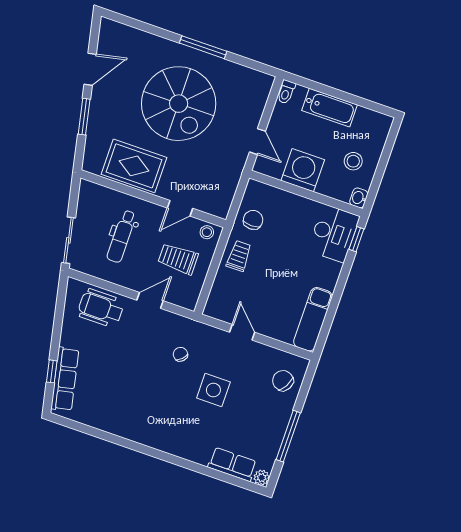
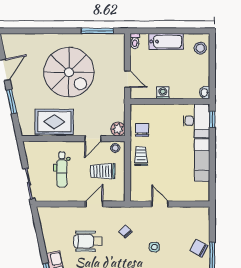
window: (203, 47) -> (97, 31), moved
stool: (353, 161) -> (200, 48), moved
washing machine: (303, 170) -> (163, 93), width x0.53, depth x0.53
plant: (220, 207) -> (118, 129), added
wheelchair: (101, 308) -> (88, 241), moved
exam couch: (313, 319) -> (202, 160), moved
chair: (283, 381) -> (199, 248), moved
side table: (213, 390) -> (154, 247), width x0.54, depth x0.54

